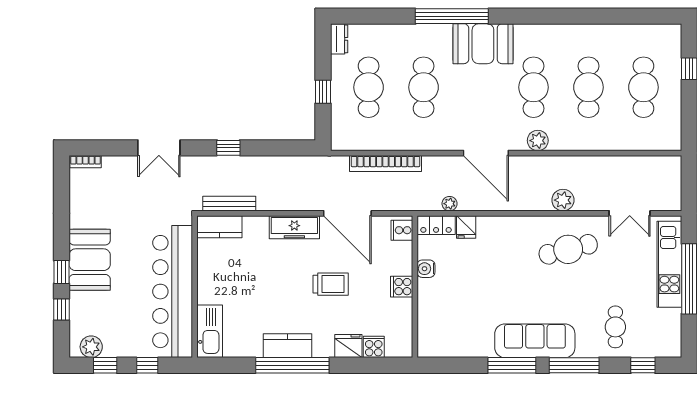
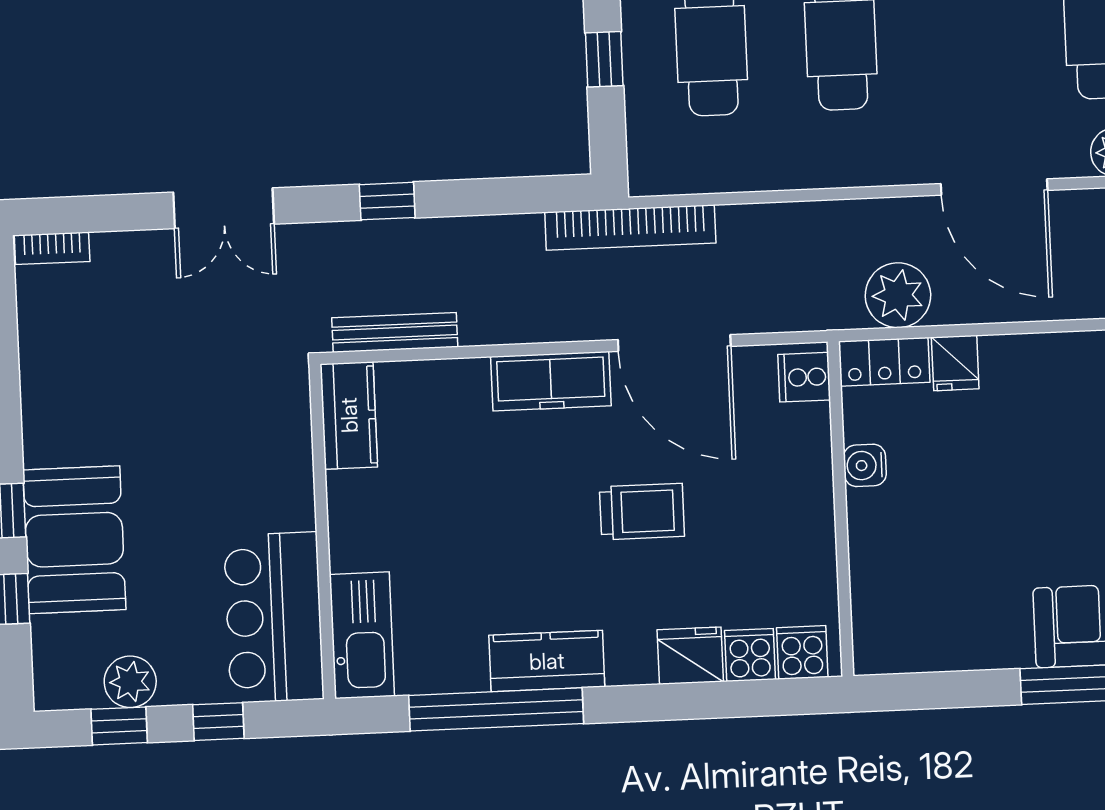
bookcase: (386, 164) -> (630, 227), moved
plant: (450, 204) -> (898, 295), width x1.88, depth x1.88
kitchen counter: (219, 227) -> (349, 415), moved, turned -90
booth: (90, 260) -> (74, 540), moved
cooker: (402, 287) -> (802, 652), moved, turned 90
bar counter: (173, 292) -> (274, 617), width x0.54
plant: (91, 347) -> (130, 682), moved
window: (292, 365) -> (496, 709), moved

